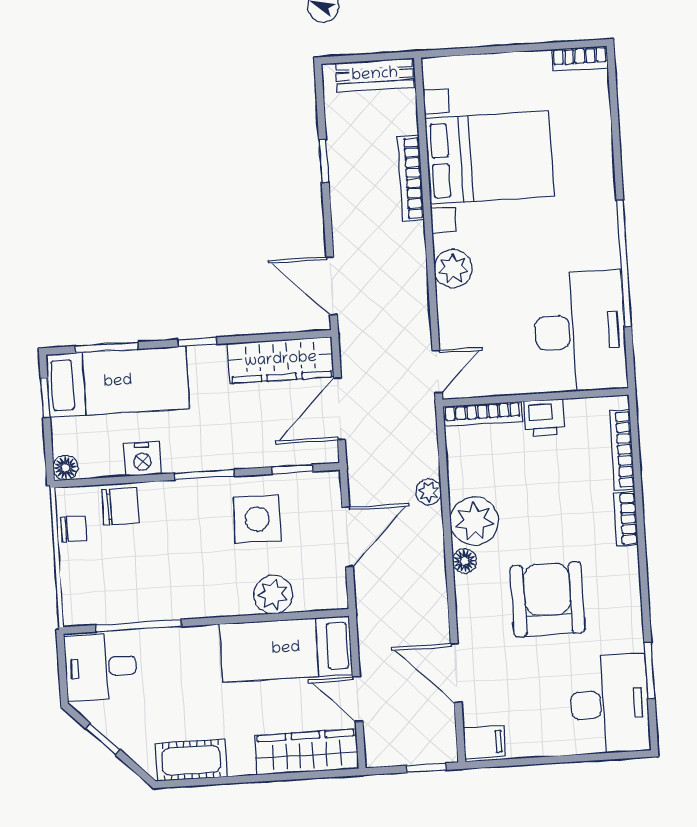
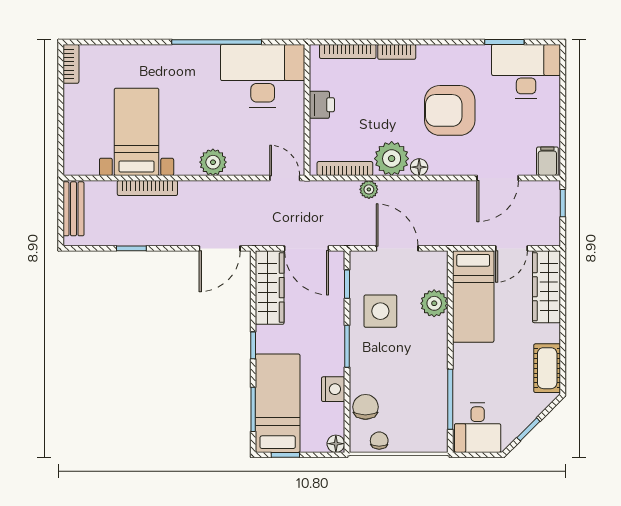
bed with nightstands: (489, 158) -> (137, 132), width x0.73
bookcase: (483, 414) -> (345, 169), moved, turned -90

